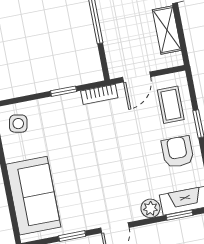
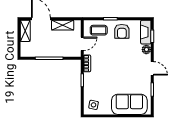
door: (137, 77) -> (82, 44), hinge flipped
armchair: (178, 152) -> (122, 31), turned -90

